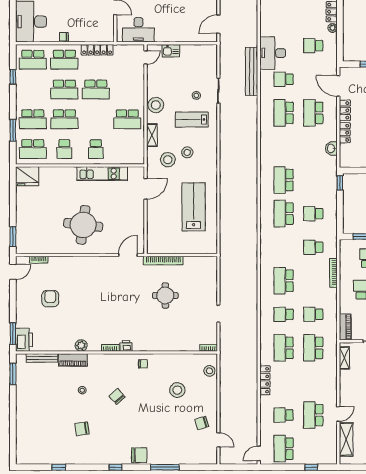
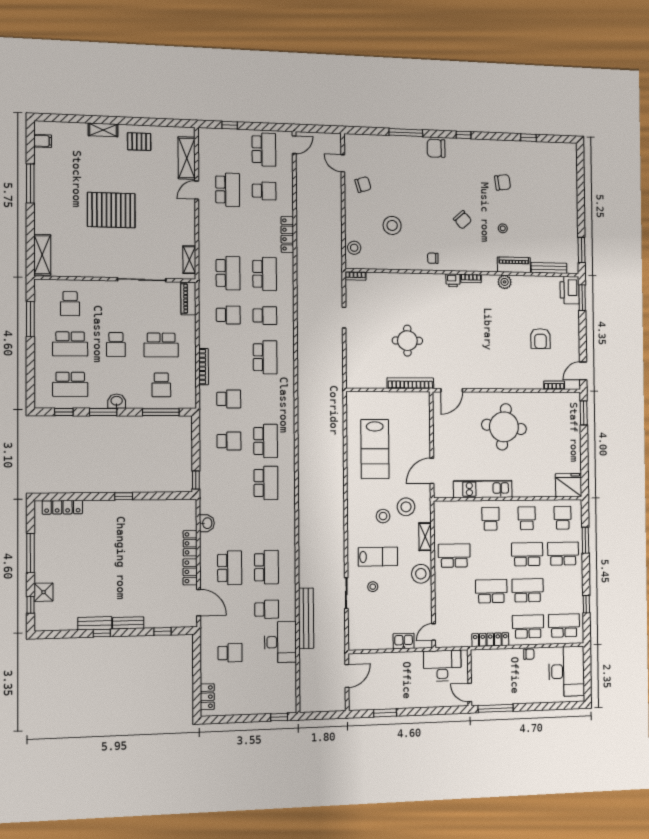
plant: (333, 28) -> (206, 676), removed
school desk: (33, 149) -> (563, 518), width x0.54

